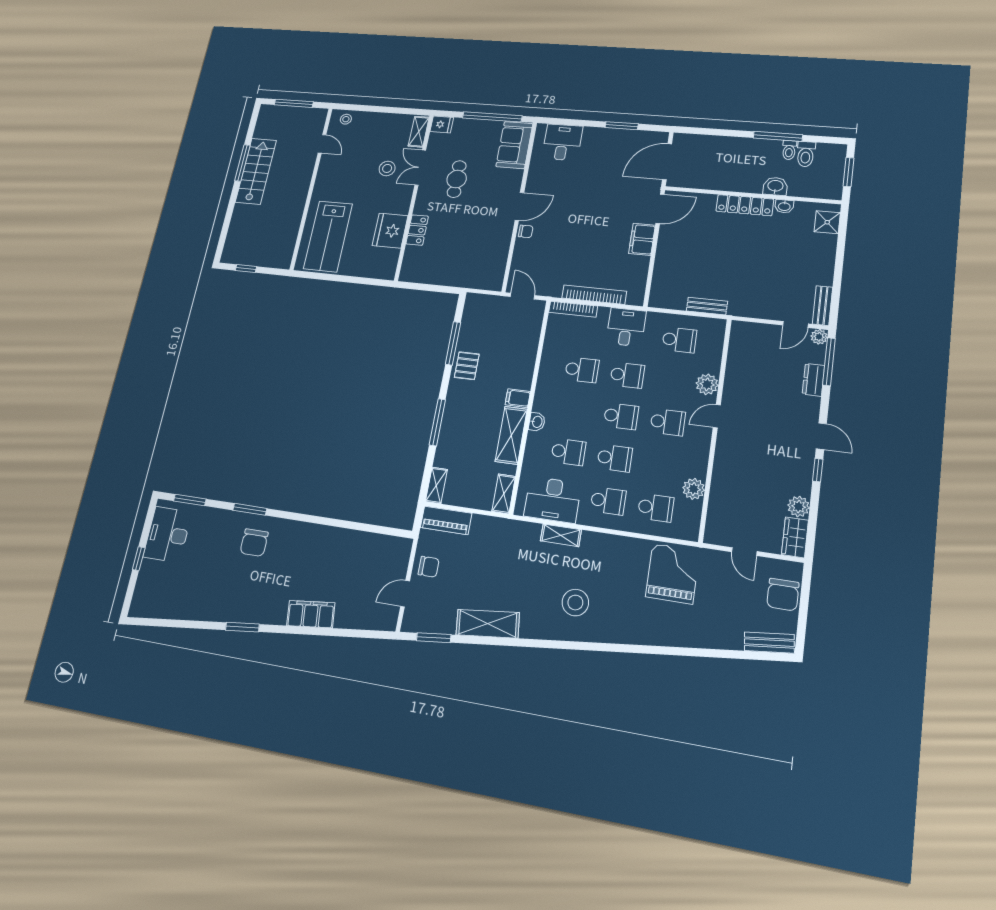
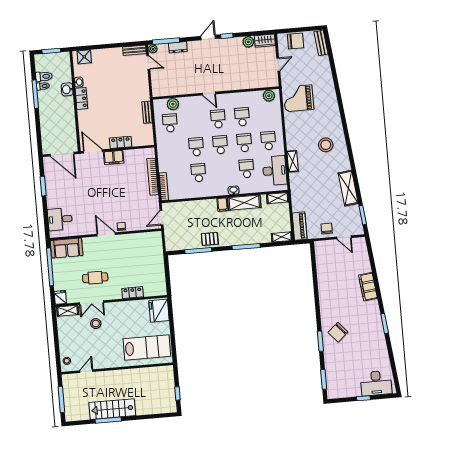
locker: (745, 205) -> (81, 98), width x0.66
fridge: (390, 231) -> (159, 311), moved, turned 90
locker: (665, 255) -> (121, 142), added
desk: (626, 327) -> (168, 154), removed
plant: (707, 384) -> (173, 104), moved
plant: (694, 489) -> (269, 96), moved
school desk: (656, 508) -> (242, 117), moved
desk: (168, 535) -> (376, 383), moved
chair: (254, 543) -> (338, 332), turned 139

